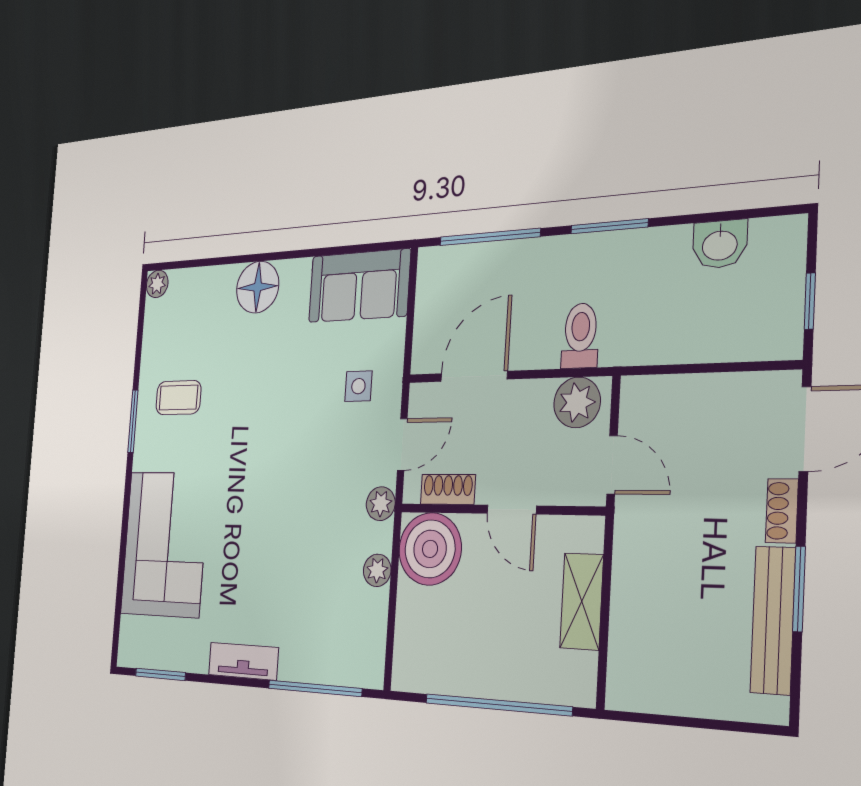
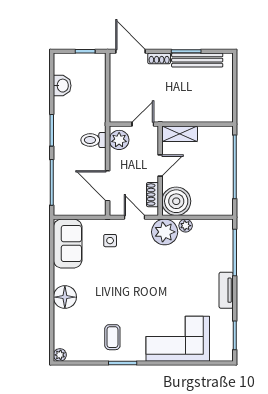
plant: (381, 504) -> (165, 232), width x1.87, depth x1.87
shelving: (582, 601) -> (180, 134), moved

